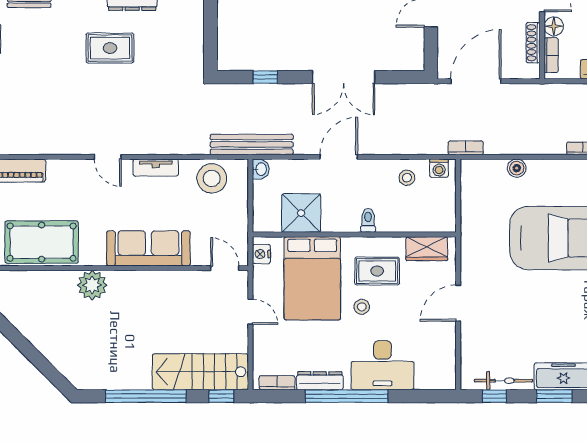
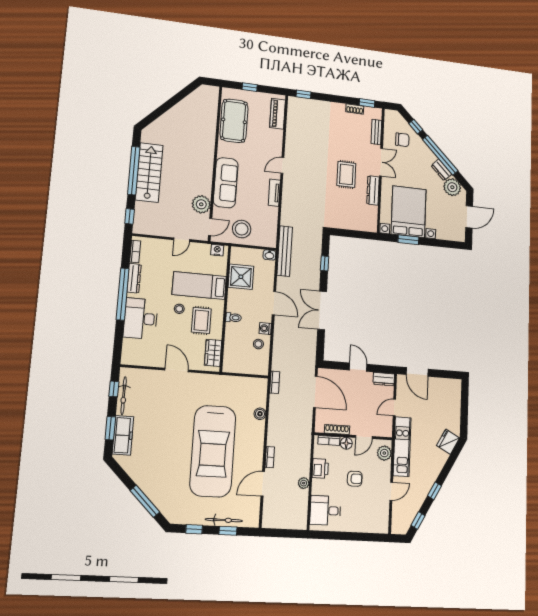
washing machine: (439, 168) -> (265, 328), moved
stool: (212, 178) -> (242, 229), moved
bed: (312, 278) -> (199, 286), width x0.67
plant: (92, 285) -> (201, 204), moved
stairs: (200, 372) -> (149, 173), moved

